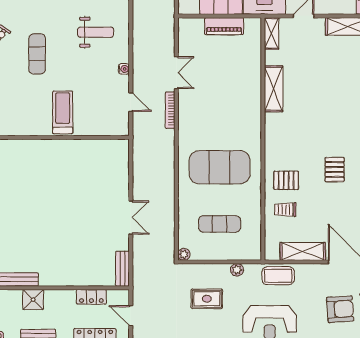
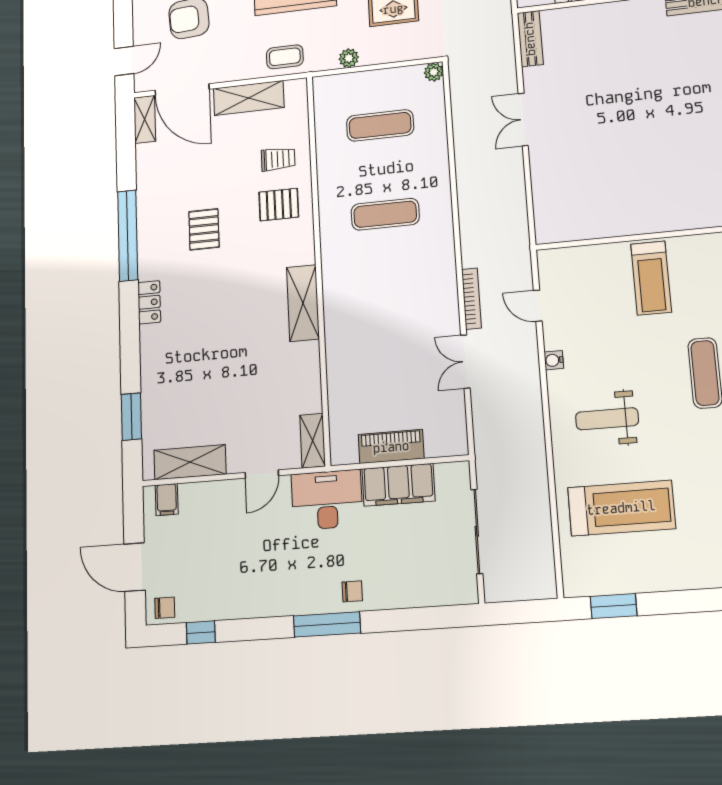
shelving: (274, 89) -> (303, 303), moved
exercise mat: (220, 167) -> (385, 214), width x0.50, depth x0.69
coffee table: (278, 276) -> (285, 57), width x0.73, depth x0.77

